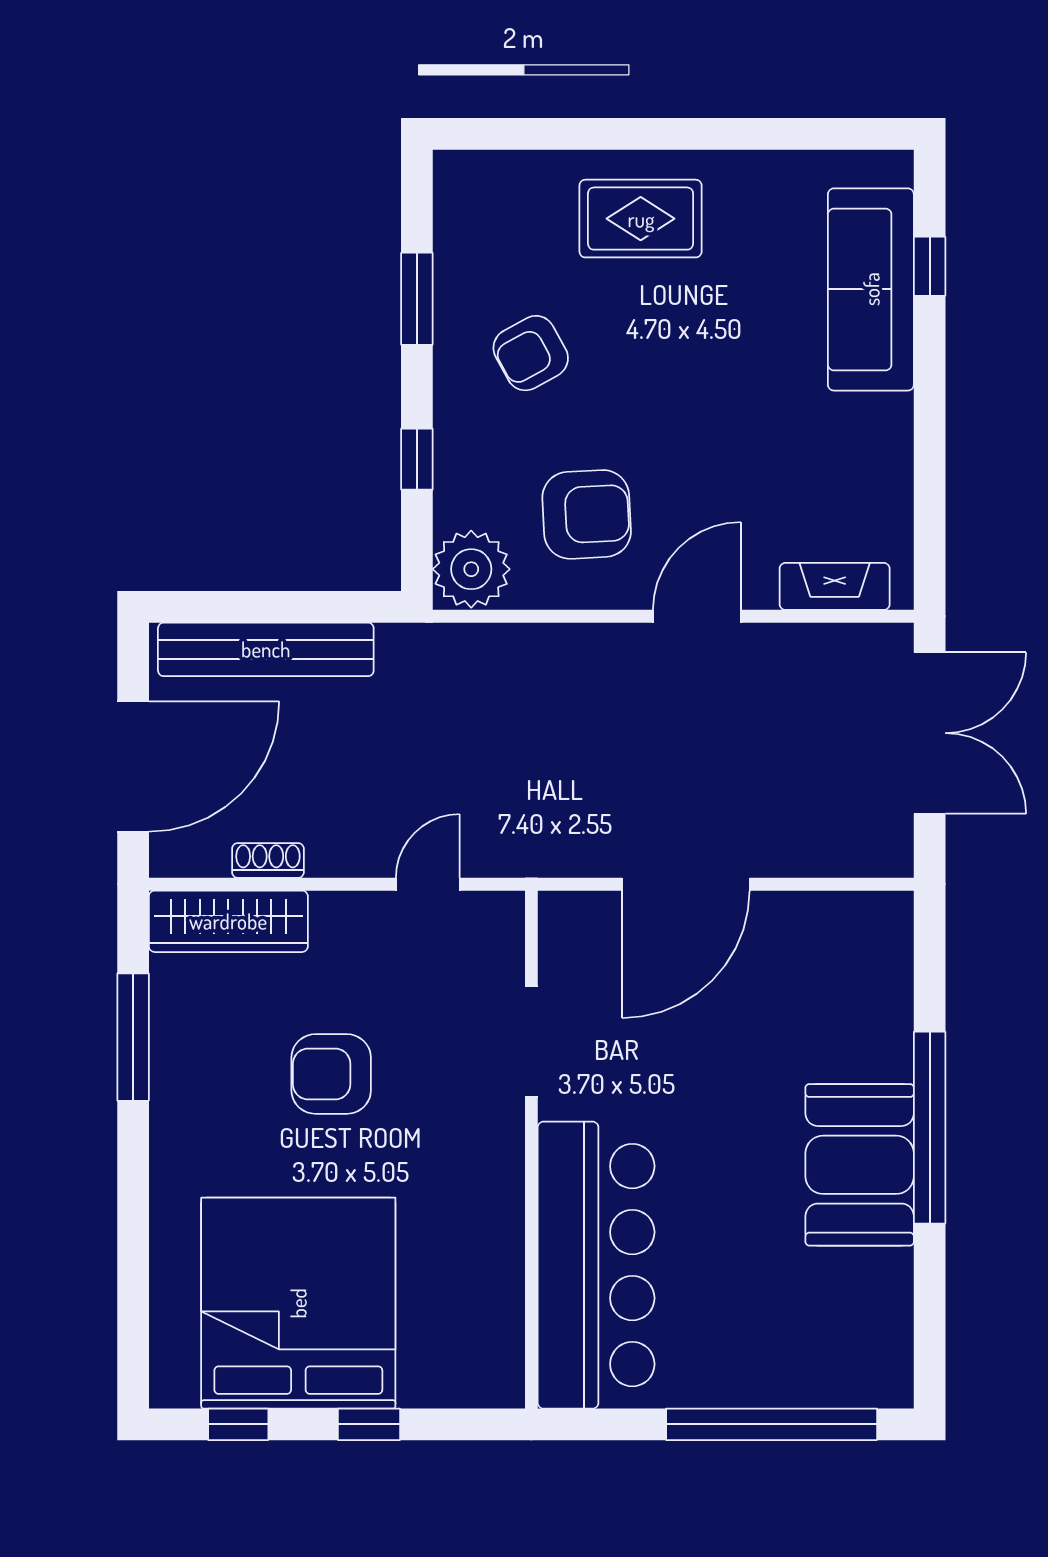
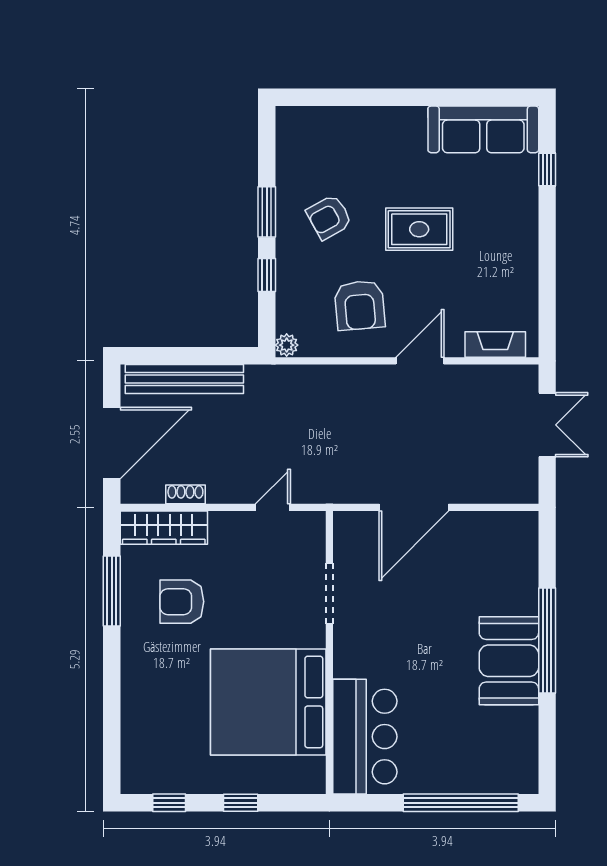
rug: (641, 219) -> (419, 229), moved
sofa: (871, 289) -> (483, 129), moved, turned -90
window: (417, 299) -> (267, 212), moved
armchair: (587, 514) -> (360, 305), turned 88
plant: (471, 569) -> (287, 345), width x0.53, depth x0.53
double door: (930, 733) -> (547, 425), width x0.73
armchair: (331, 1074) -> (182, 602), moved
bar counter: (596, 1265) -> (365, 737), width x0.73
bed: (298, 1303) -> (268, 702), moved, turned -90

